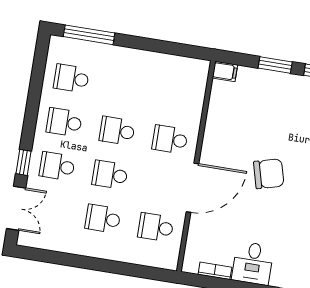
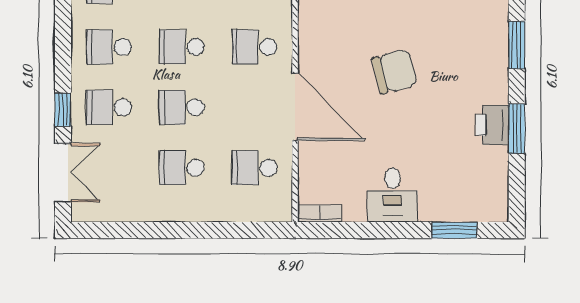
door: (192, 188) -> (295, 107), hinge flipped
bookcase: (215, 271) -> (320, 214), moved

